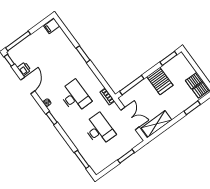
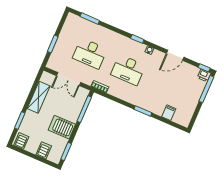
filing cabinet: (52, 26) -> (169, 113), moved
printer: (24, 69) -> (204, 75), moved
server rack: (194, 81) -> (44, 150), moved
door: (28, 85) -> (175, 55), hinge flipped
shelving: (157, 124) -> (39, 97), moved

